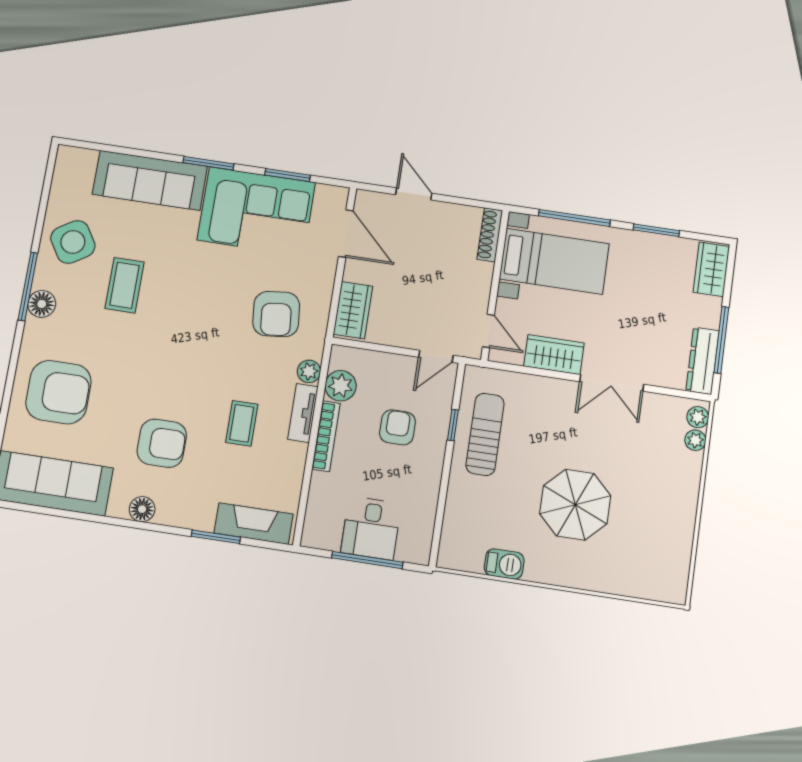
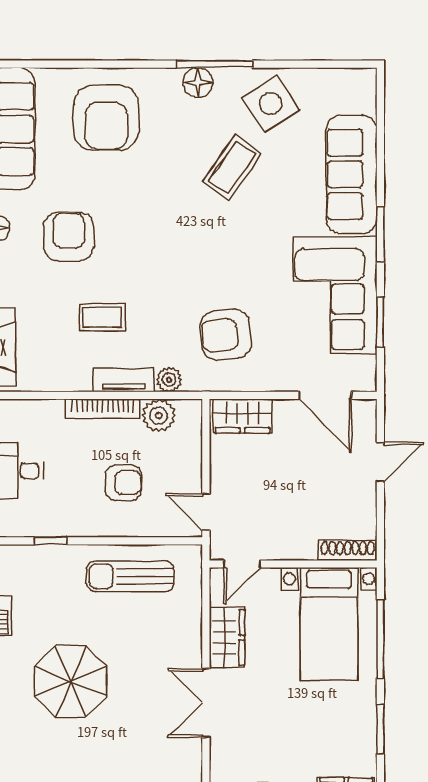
door: (346, 234) -> (325, 395), hinge flipped
coffee table: (125, 285) -> (232, 167), turned -55
window: (453, 425) -> (51, 541), moved
sun lounger: (485, 434) -> (130, 576), turned 180
armchair: (162, 443) -> (69, 237), turned 180

